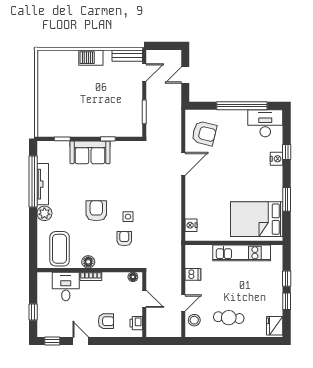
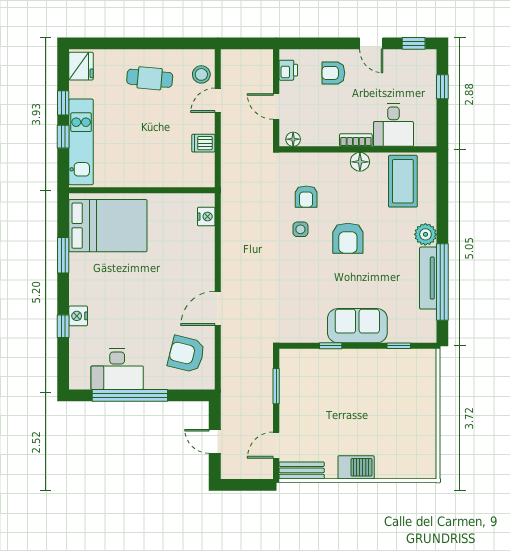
door: (185, 75) -> (215, 441), swing flipped
desk: (265, 123) -> (117, 369), moved
kitchen unit: (242, 253) -> (81, 142), moved, turned 90

